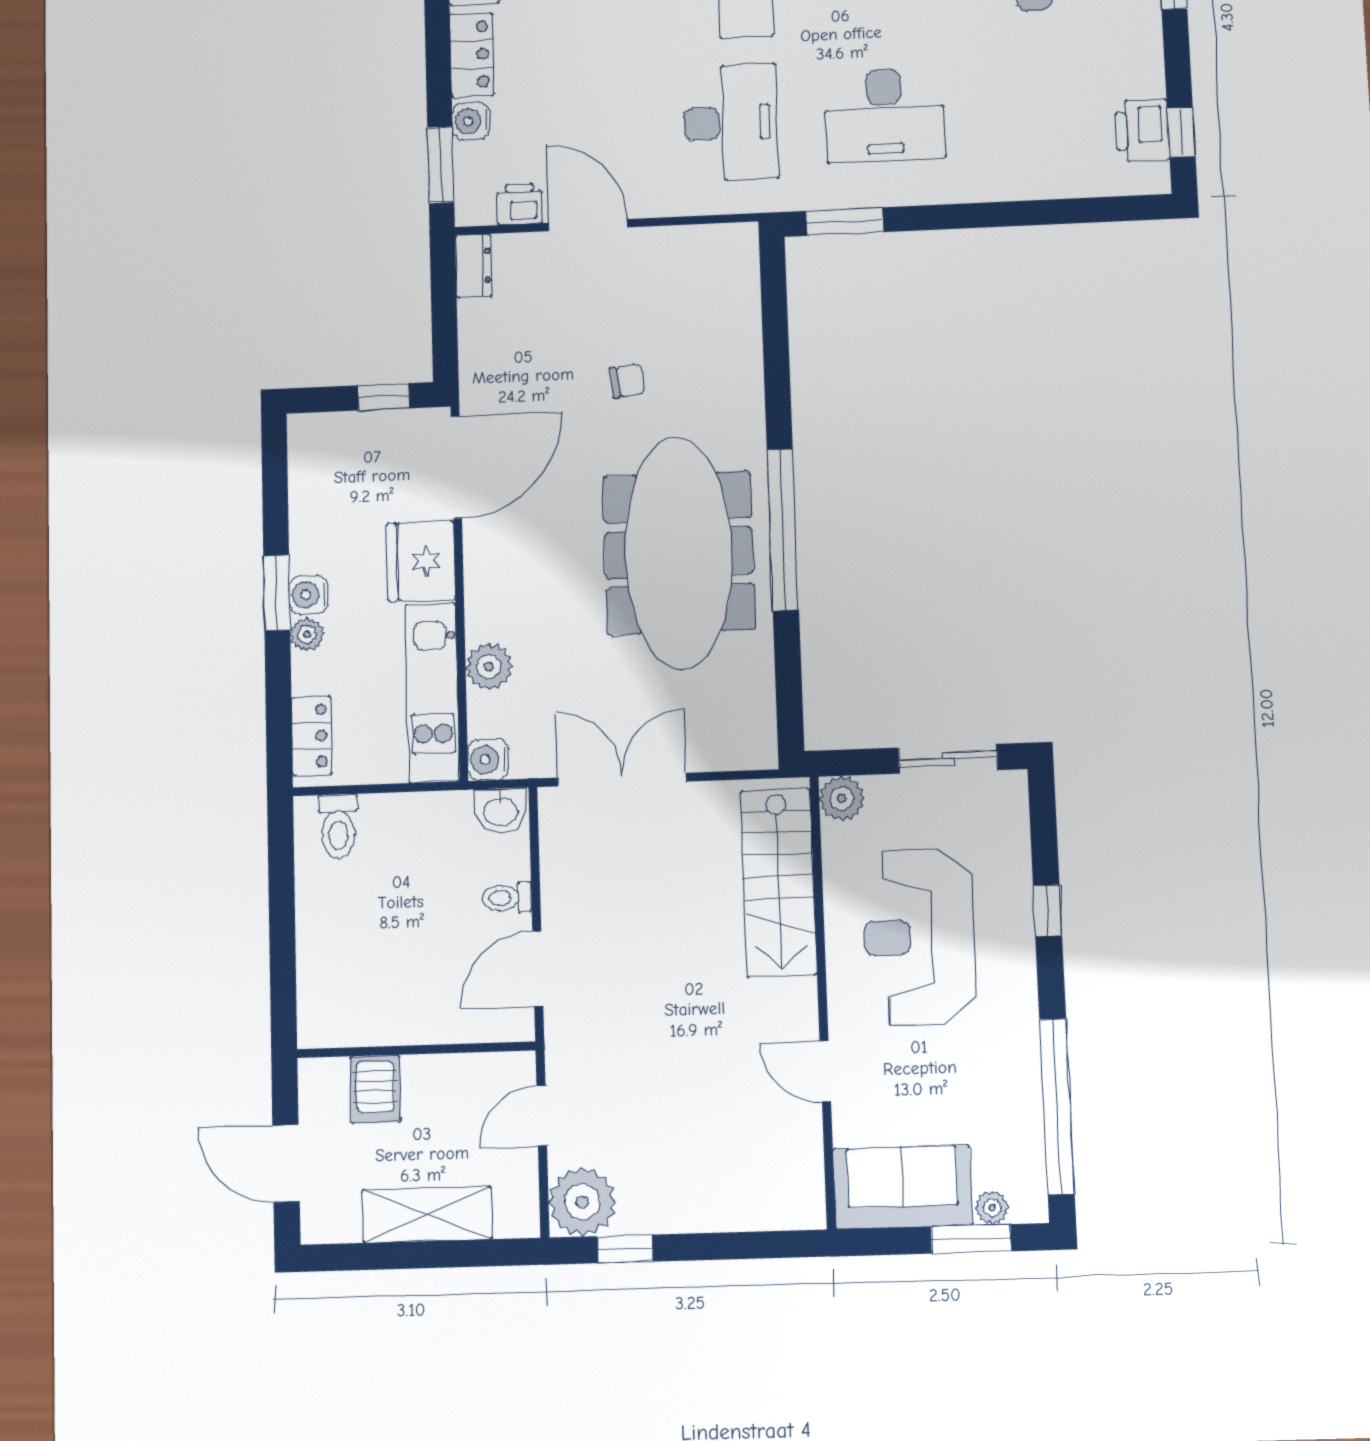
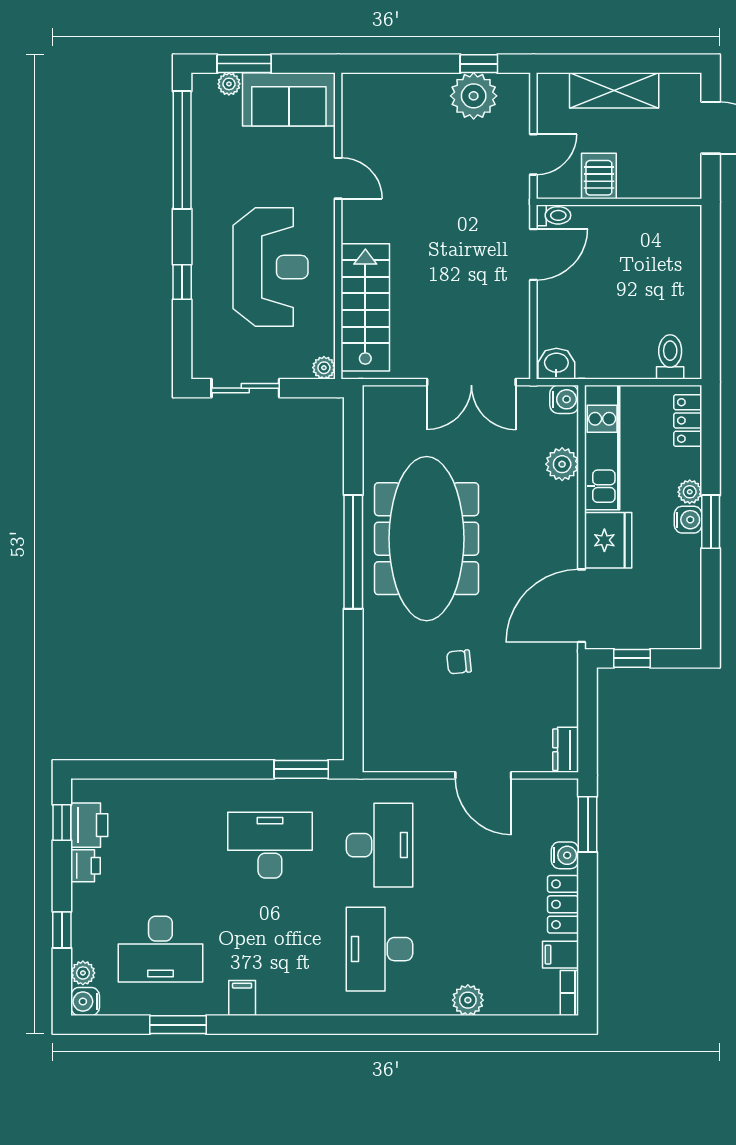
desk: (730, 123) -> (379, 845), turned 180
printer: (520, 204) -> (86, 866), moved, turned -90
plant: (842, 798) -> (324, 368), width x0.73, depth x0.73
toilet: (507, 898) -> (554, 215), moved
server rack: (375, 1089) -> (599, 176), moved
plant: (582, 1202) -> (474, 96), moved

